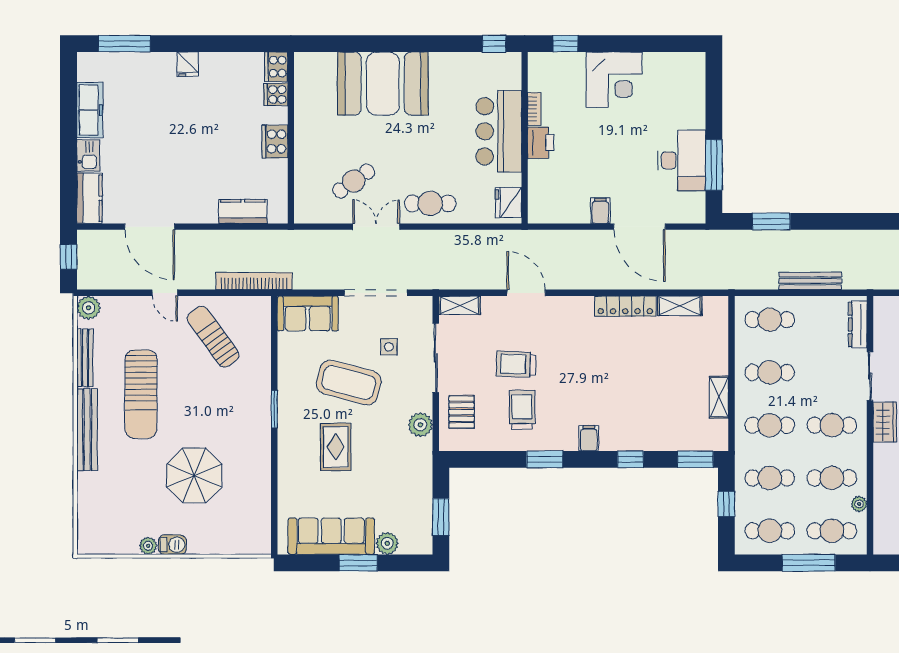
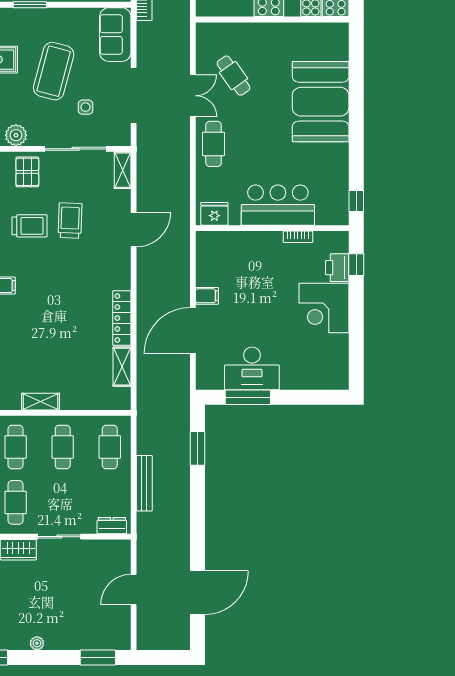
printer: (541, 143) -> (337, 268), moved, turned 90
dresser: (858, 325) -> (112, 526), width x0.70
pallet: (462, 412) -> (27, 172), turned 90

